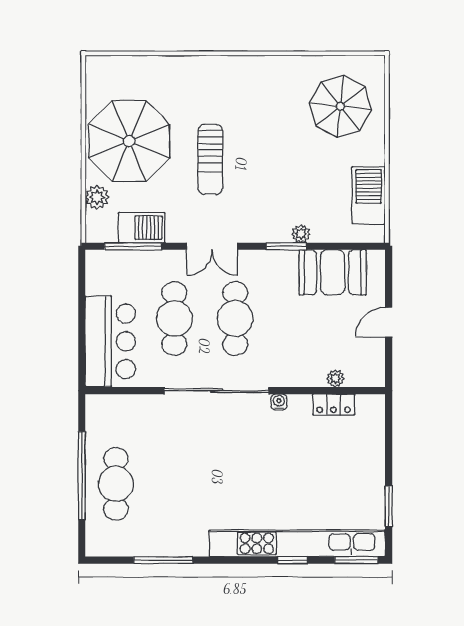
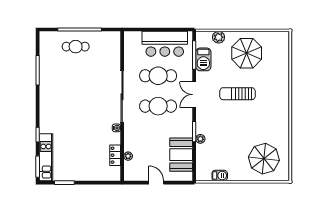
parasol: (129, 141) -> (247, 53), width x0.73, depth x0.73
barbecue: (369, 195) -> (220, 176), width x0.53, depth x0.65
bar counter: (110, 341) -> (165, 44), moved
cafe table: (116, 484) -> (76, 47), width x0.73, depth x0.74
kitchen unit: (297, 543) -> (46, 157), width x0.54

